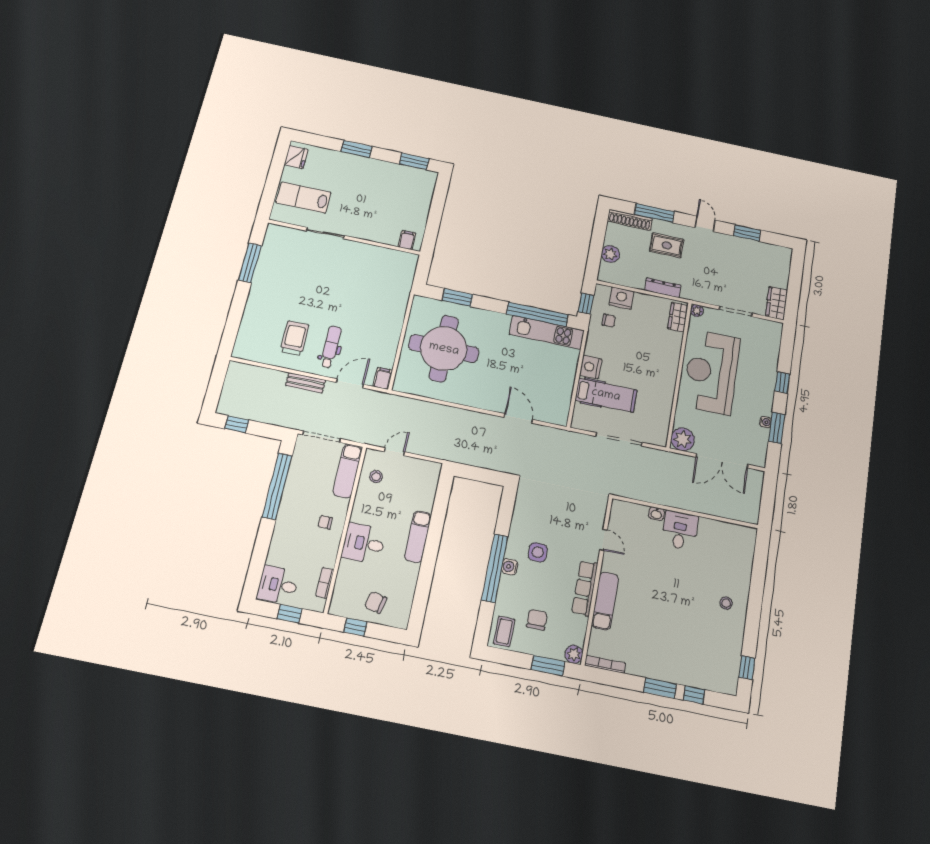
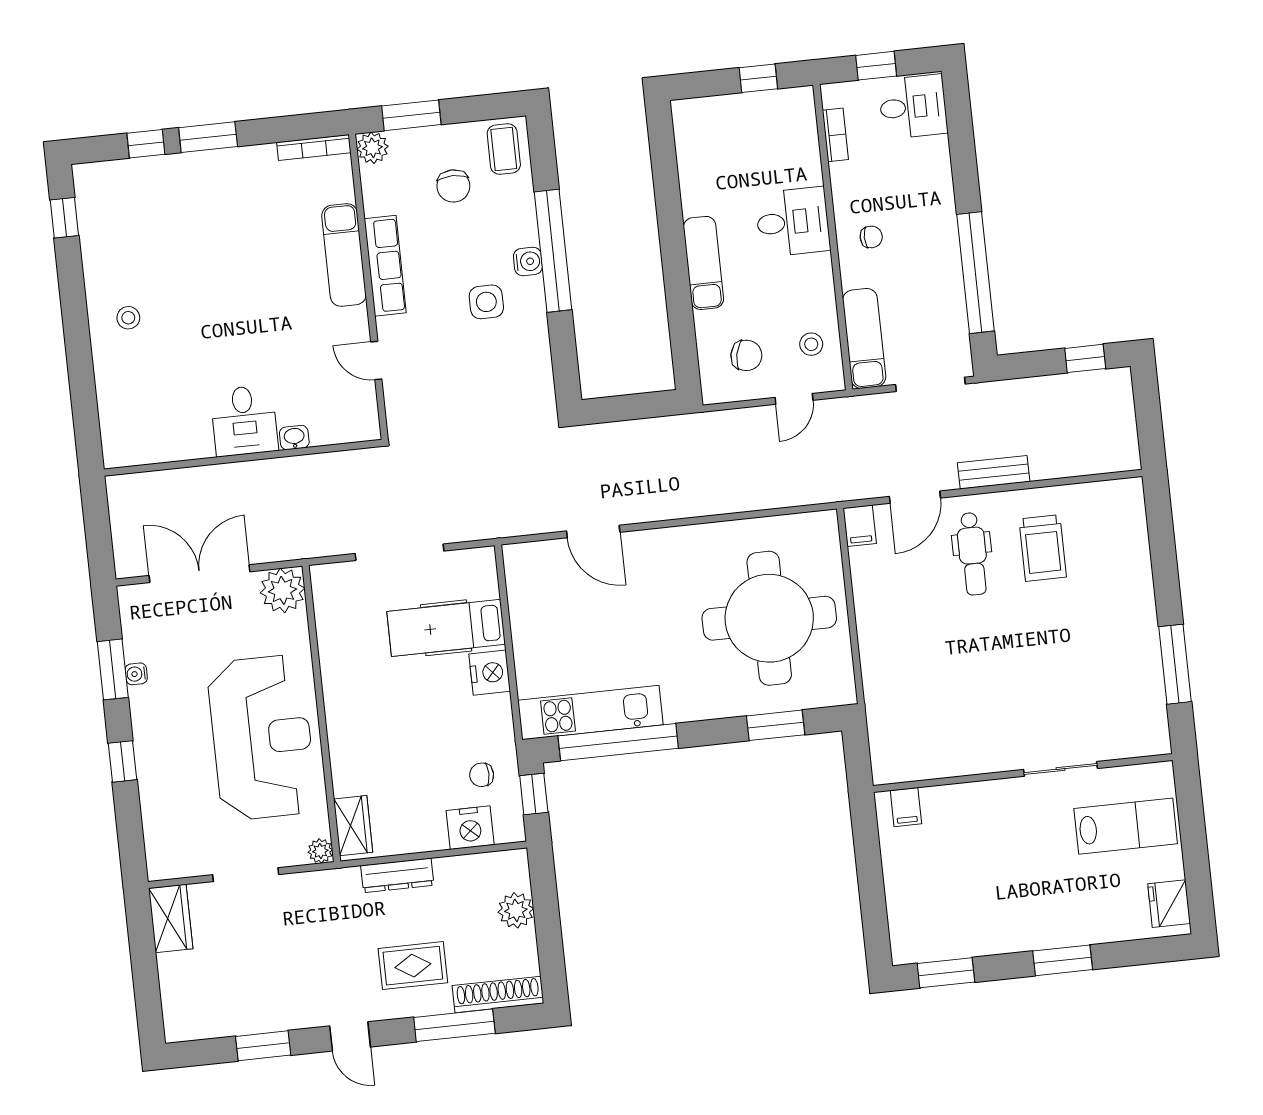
chair: (376, 602) -> (746, 355), moved

